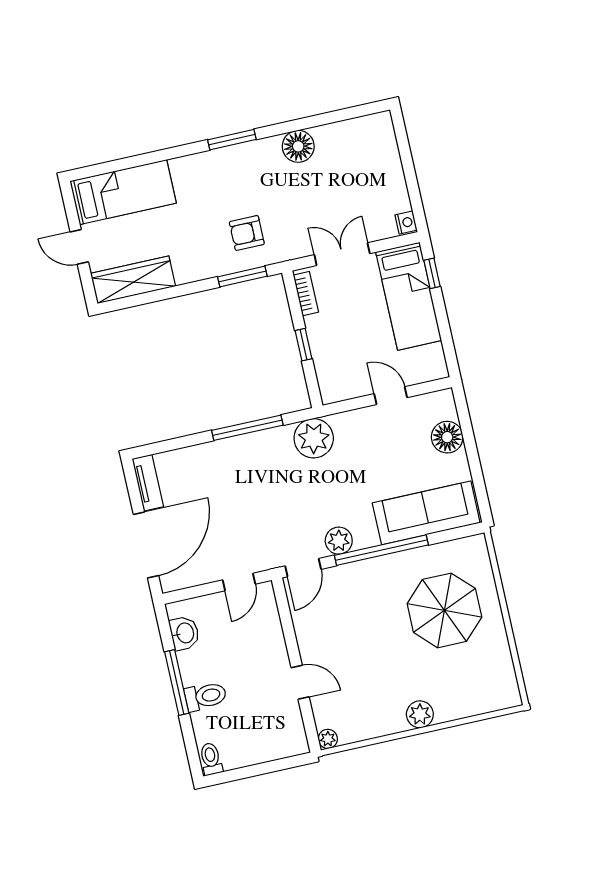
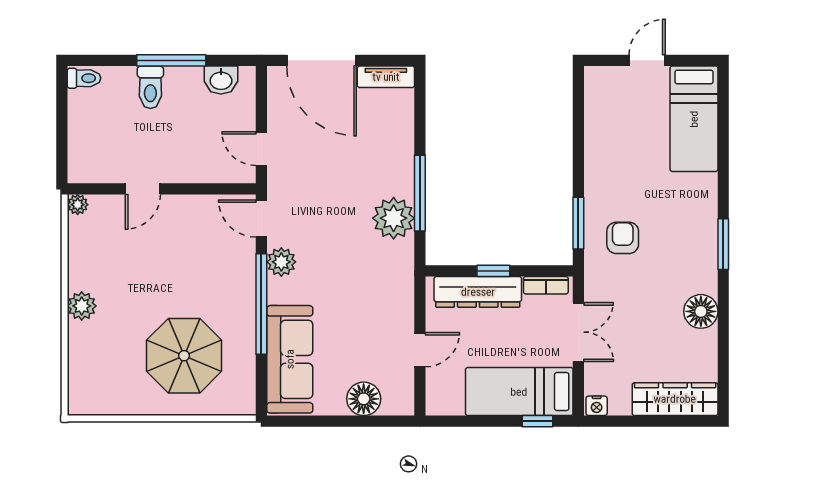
wardrobe: (133, 280) -> (675, 399), moved, turned -90
dresser: (326, 355) -> (478, 292), added
plant: (314, 438) -> (394, 218), moved

